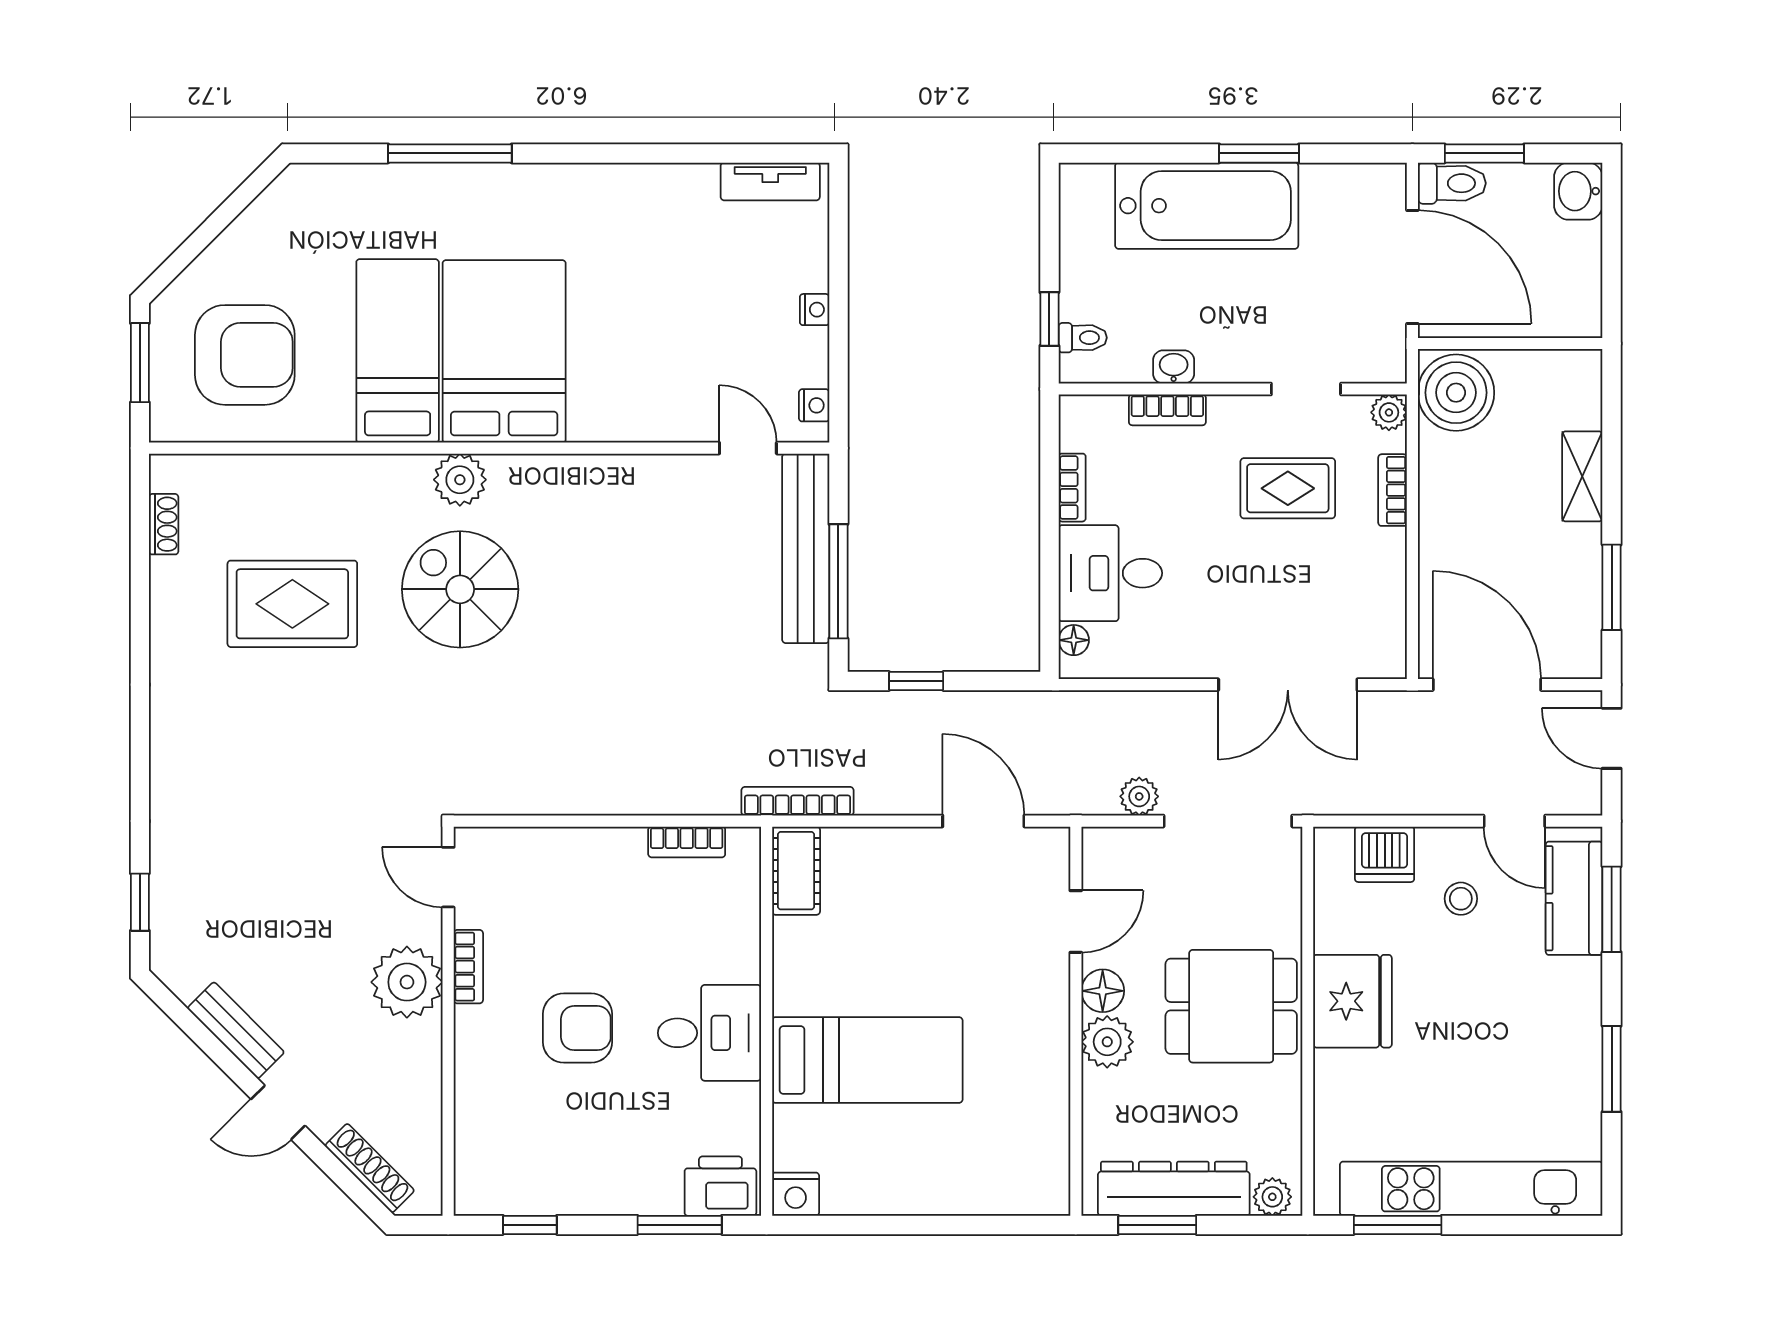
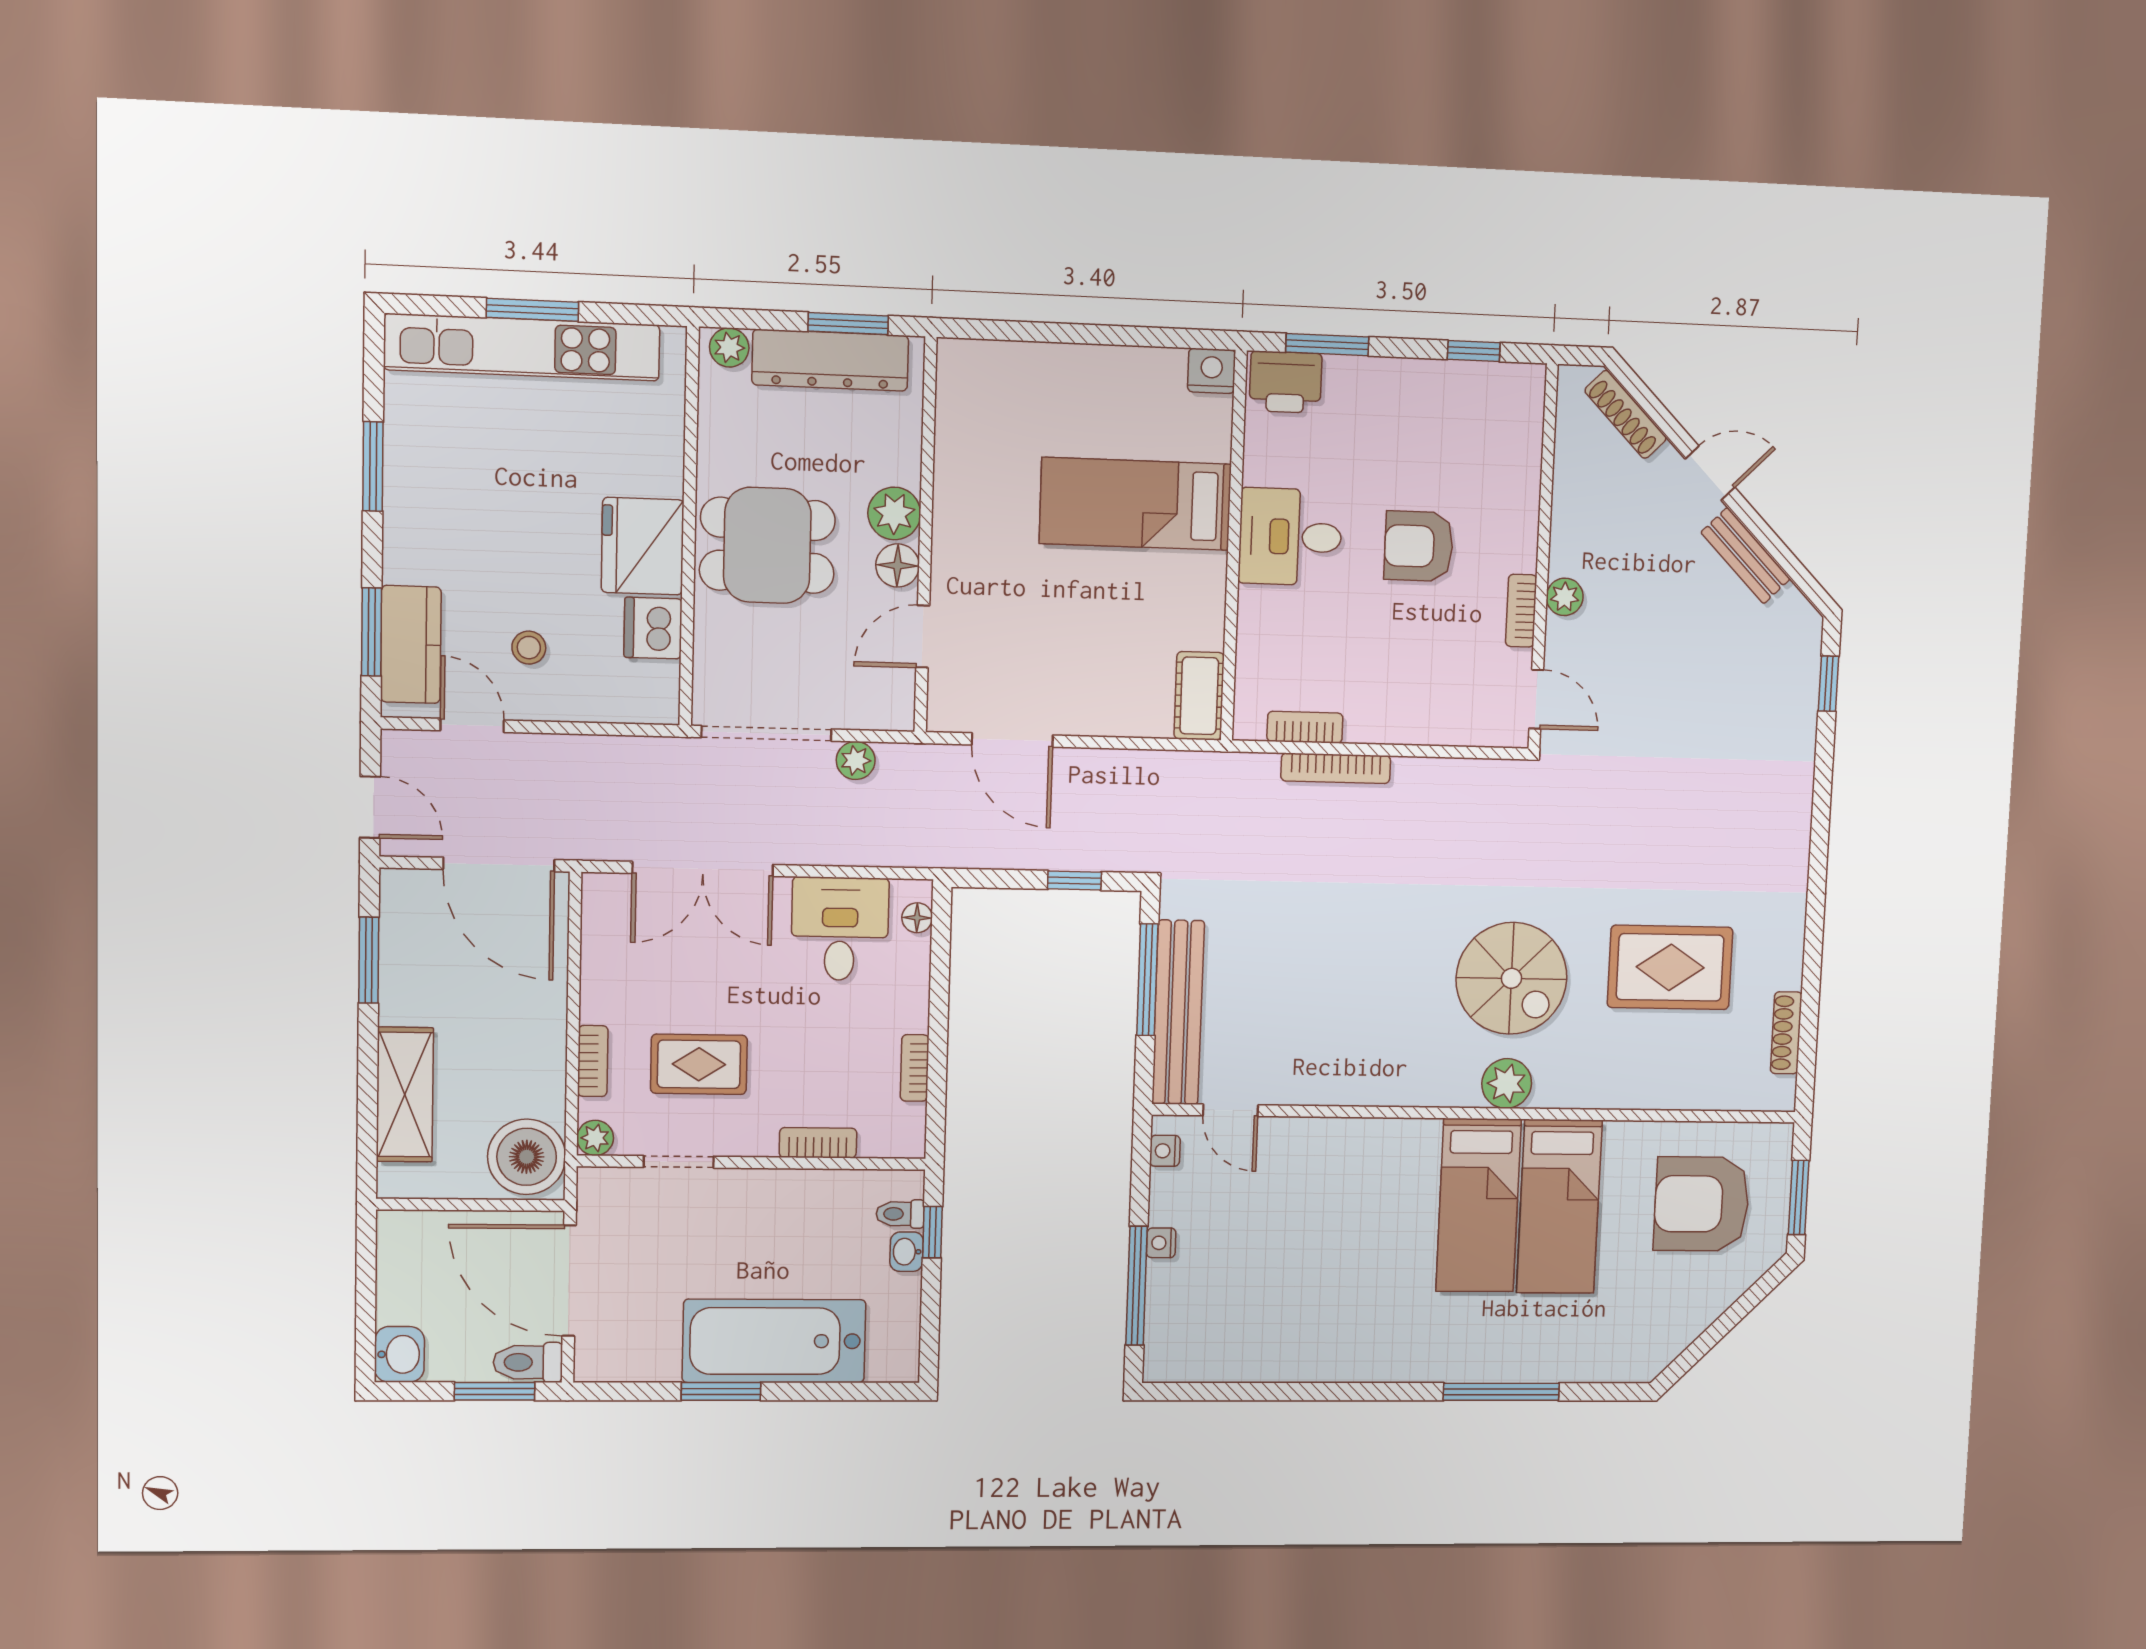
tv unit: (770, 181) -> (1199, 1365), removed
window: (838, 265) -> (1137, 1286), added
bed: (504, 351) -> (1479, 1205), width x0.67
washbasin: (1174, 367) -> (907, 1252), moved, turned 90
shelving: (1582, 476) -> (405, 1095), width x1.50, depth x1.33
shoe rack: (164, 524) -> (1786, 1033), width x1.43
desk: (1110, 573) -> (840, 929), moved, turned -90
double door: (1288, 685) -> (703, 869), swing flipped
bookcase: (798, 801) -> (1336, 768), moved
dishwasher: (1385, 854) -> (653, 628), moved, turned -90
plant: (407, 982) -> (1565, 597), width x0.53, depth x0.53
window: (1398, 1225) -> (532, 310), moved

